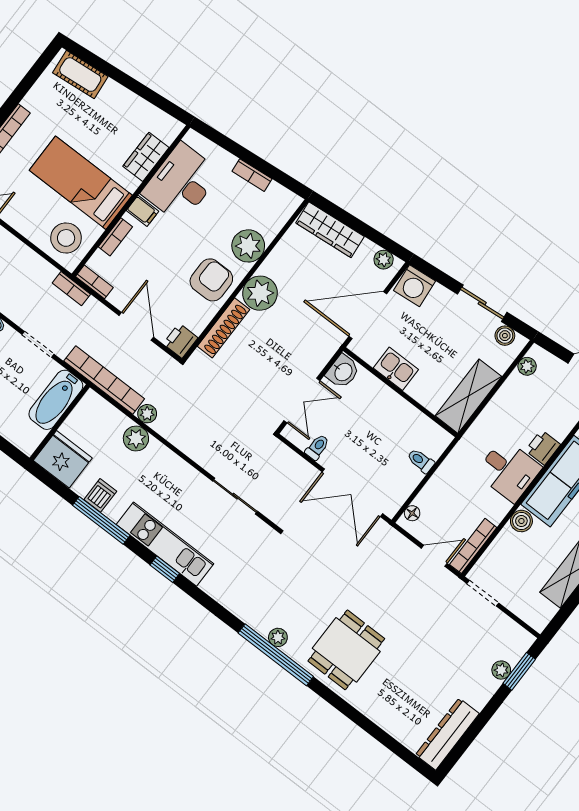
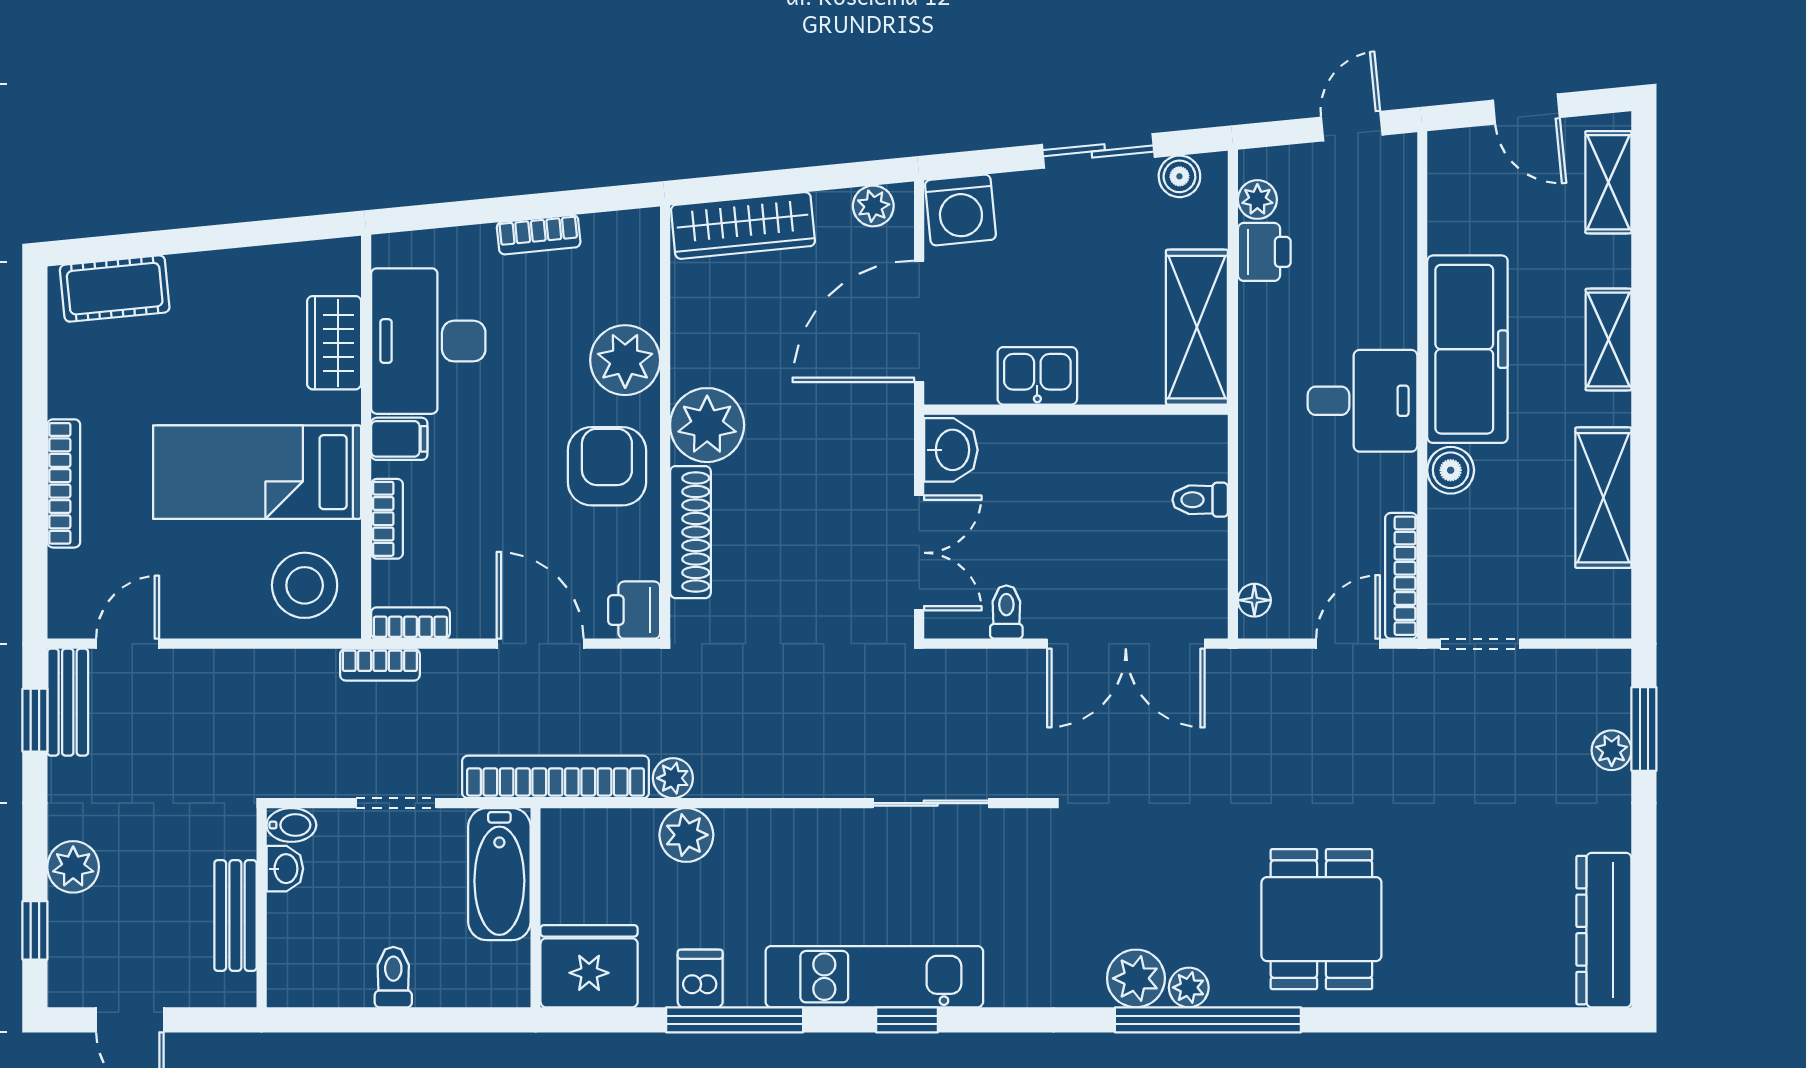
printer: (543, 448) -> (1264, 252), moved, turned 180
plant: (261, 619) -> (1136, 978), added

